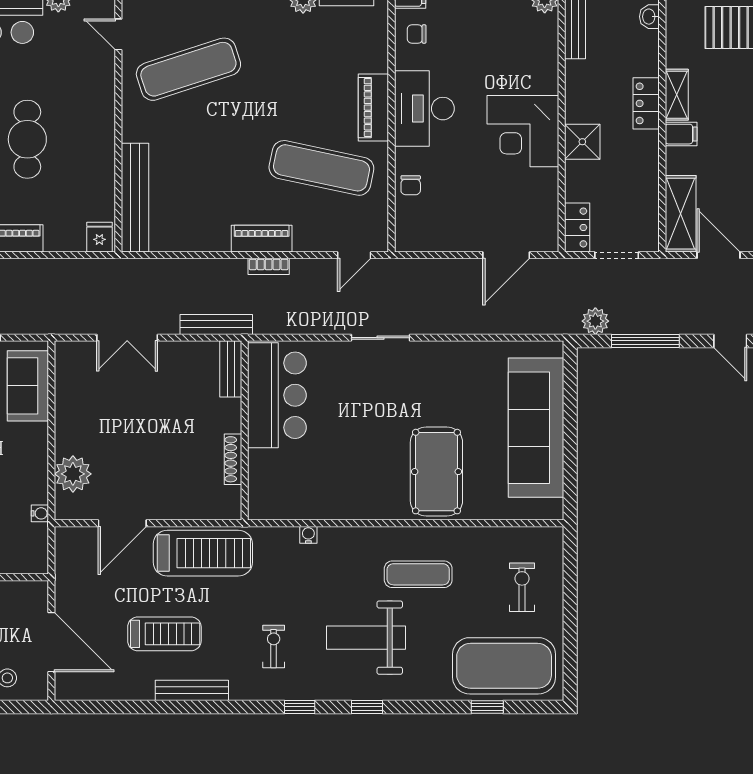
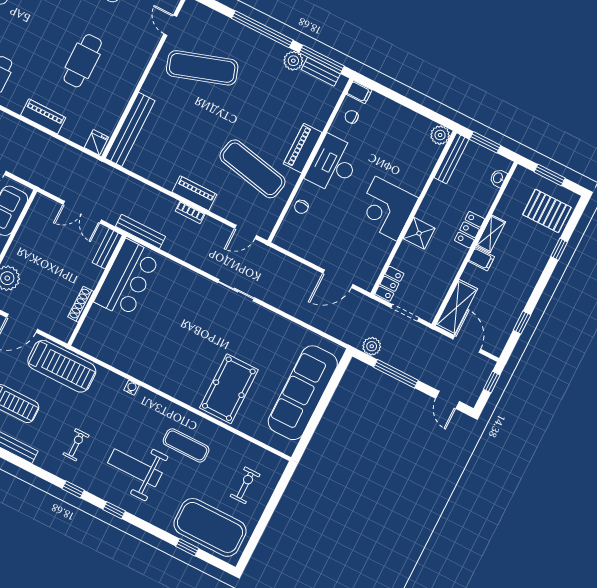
bench: (231, 369) -> (107, 249), moved
bar counter: (277, 395) -> (127, 279), moved
wall: (245, 430) -> (97, 290), moved
shoe rack: (233, 459) -> (81, 304), moved

